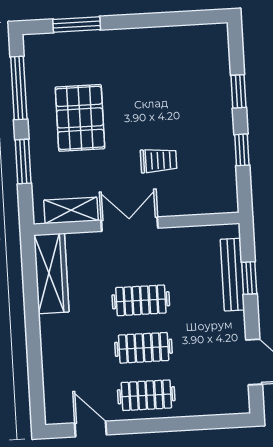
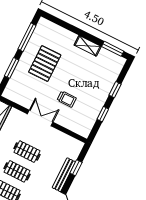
window: (77, 24) -> (113, 49), moved
shelving: (71, 210) -> (88, 46), moved
bench: (232, 275) -> (64, 175), moved

